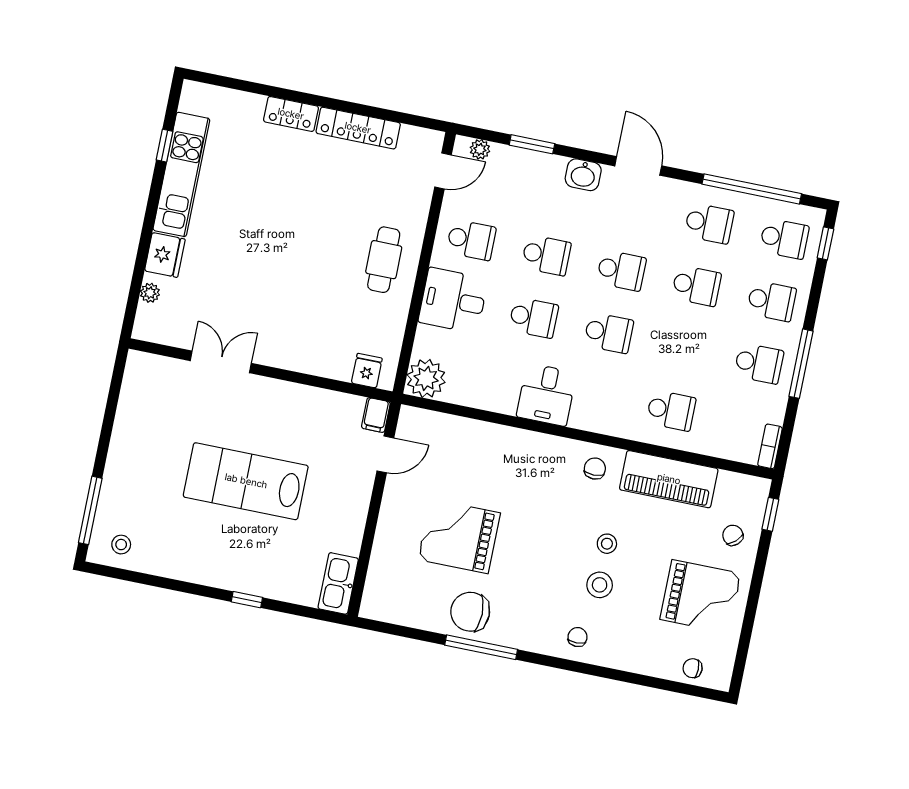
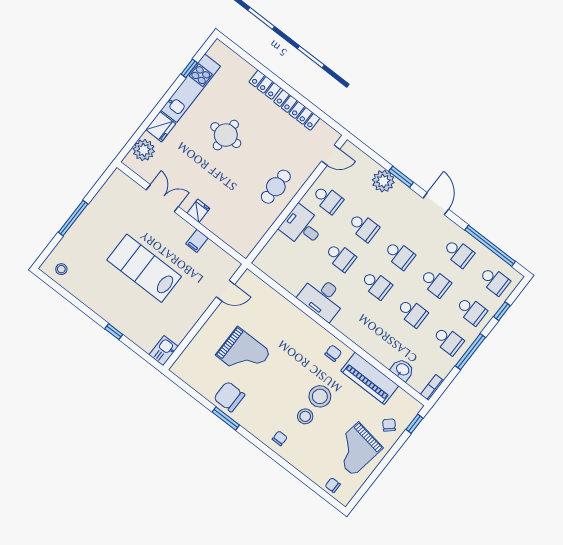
window: (532, 144) -> (401, 177), moved
plant: (480, 149) -> (383, 181), moved, width x1.88, depth x1.88
washbasin: (583, 175) -> (402, 370), moved, turned 180
round table: (270, 219) -> (226, 135), added
window: (825, 243) -> (502, 311), moved
plant: (150, 293) -> (144, 150), width x1.87, depth x1.87
fridge: (367, 371) -> (198, 211), moved
plant: (426, 378) -> (267, 261), removed
desk: (546, 395) -> (322, 298), width x1.37
school desk: (671, 411) -> (412, 313), moved
filing cabinet: (376, 415) -> (197, 241), moved
window: (90, 510) -> (73, 218), moved
grand piano: (459, 536) -> (243, 354), turned 180
stool: (607, 544) -> (320, 396), width x1.89, depth x1.89
kitchen sink: (338, 583) -> (164, 351), width x0.73
grand piano: (700, 596) -> (356, 449), turned 99
window: (481, 647) -> (226, 418), width x0.69

